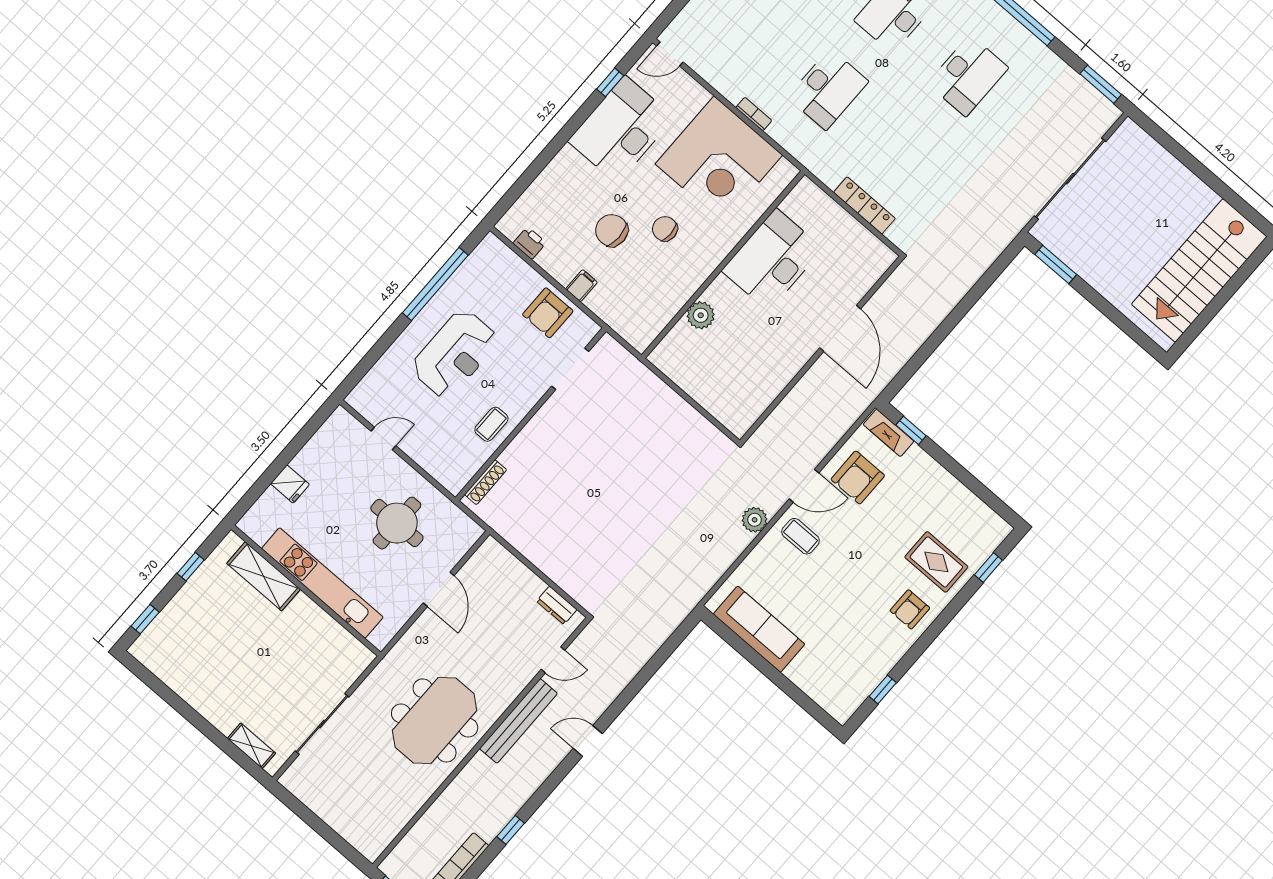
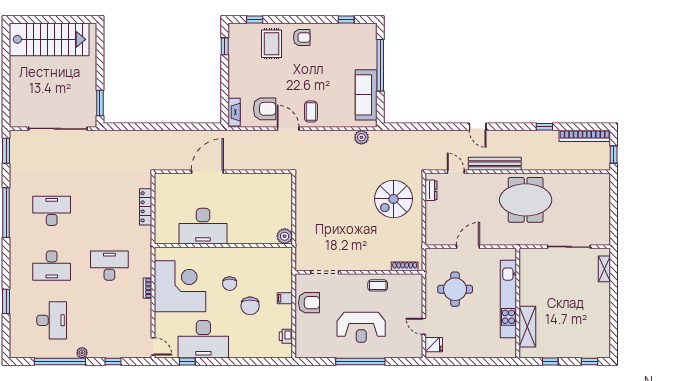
window: (435, 284) -> (360, 361), moved
plant: (701, 315) -> (285, 236), moved
reception desk: (455, 354) -> (361, 327), turned 180
window: (911, 430) -> (225, 46), moved
fridge: (290, 484) -> (434, 345), moved, turned 90
plant: (755, 520) -> (361, 137), moved
spiral stairs: (588, 545) -> (394, 199), added
window: (782, 682) -> (380, 65), added

